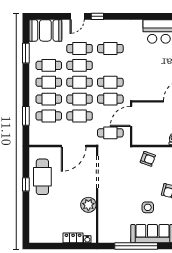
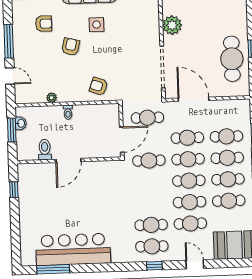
door: (77, 16) -> (195, 264), hinge flipped
window: (97, 16) -> (154, 266), moved
cafe table: (110, 82) -> (152, 246), moved
door: (74, 146) -> (194, 99), hinge flipped

